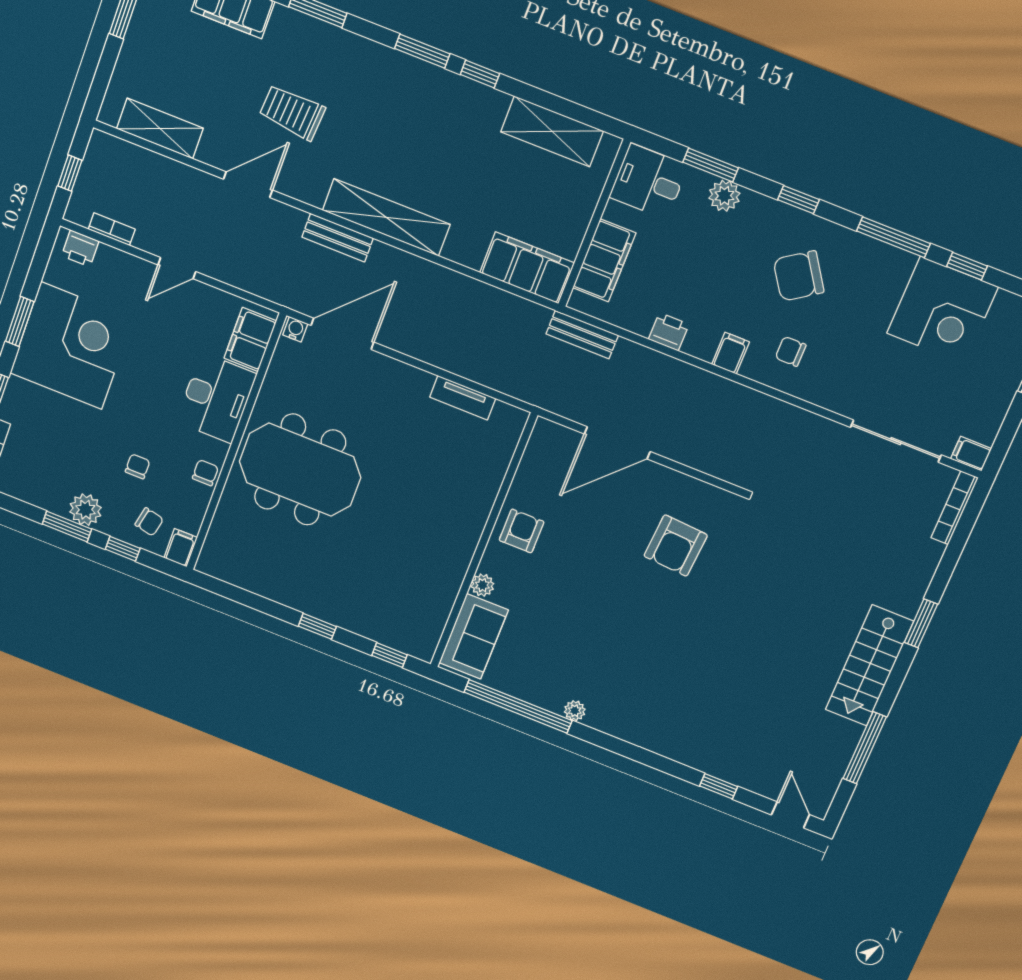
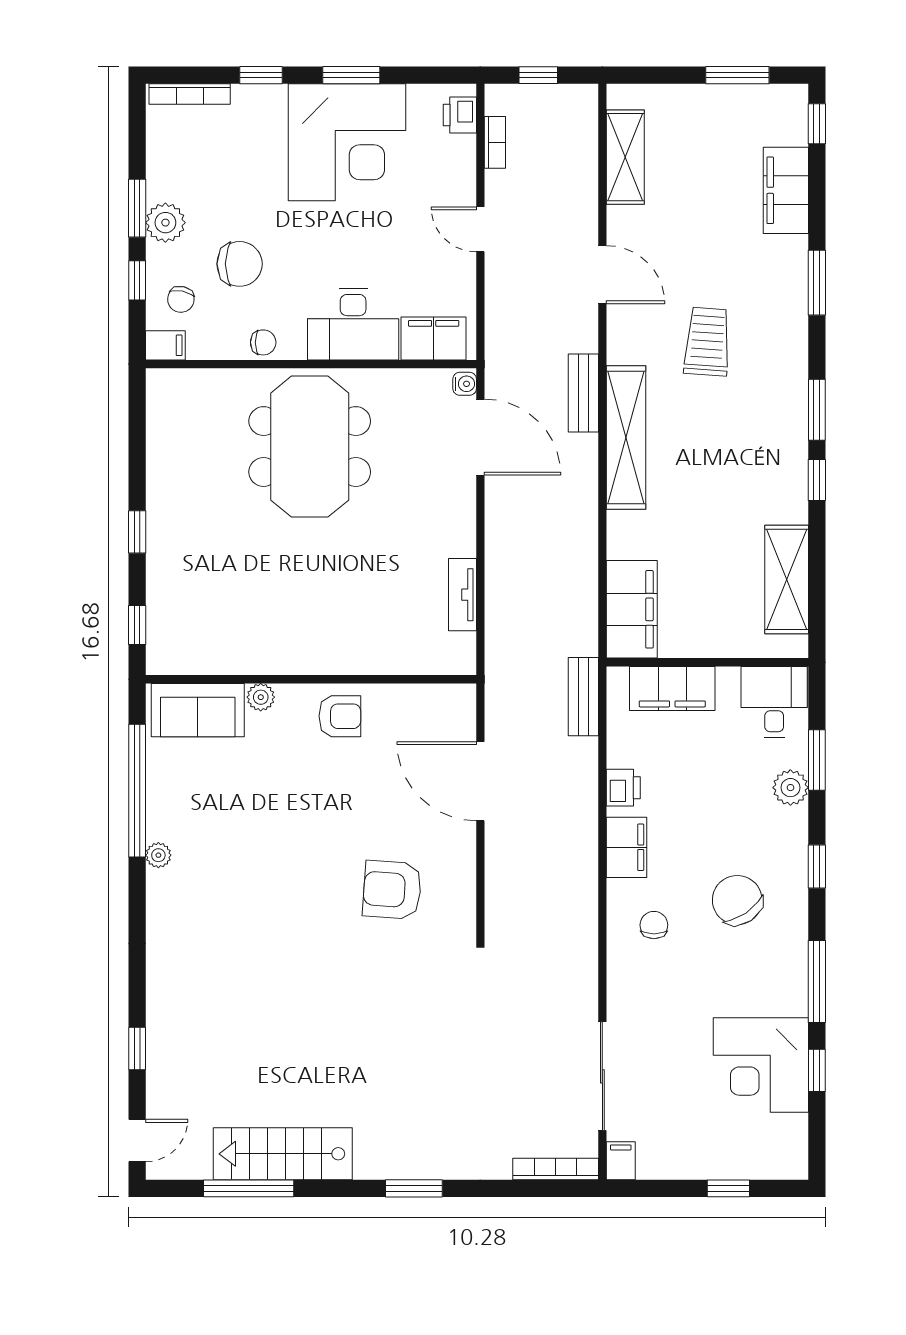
trolley: (292, 112) -> (707, 342), moved
filing cabinet: (730, 353) -> (627, 847), width x2.00
chair: (138, 466) -> (240, 264), width x1.87, depth x1.87
stairs: (869, 665) -> (283, 1154), moved

